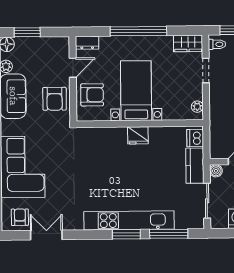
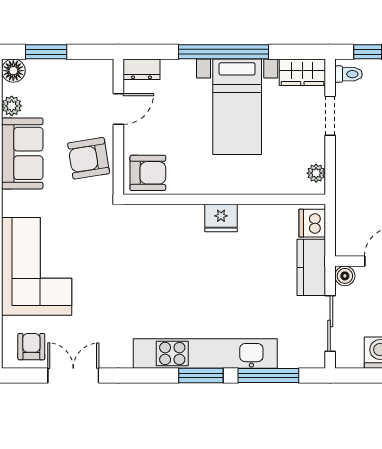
bed with nightstands: (136, 91) -> (237, 107), moved, turned 180
armchair: (92, 95) -> (148, 173), moved
armchair: (55, 99) -> (89, 158), turned 81

